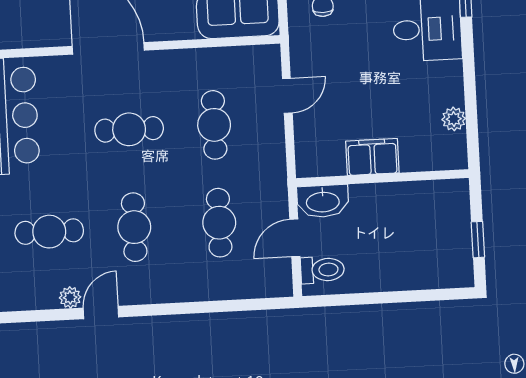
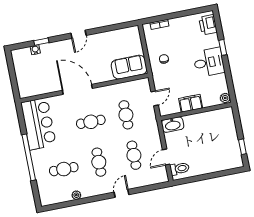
filing cabinet: (372, 157) -> (191, 103), moved
wall: (382, 178) -> (196, 111), moved
washbasin: (323, 201) -> (173, 125), moved
door: (101, 312) -> (122, 193), moved

